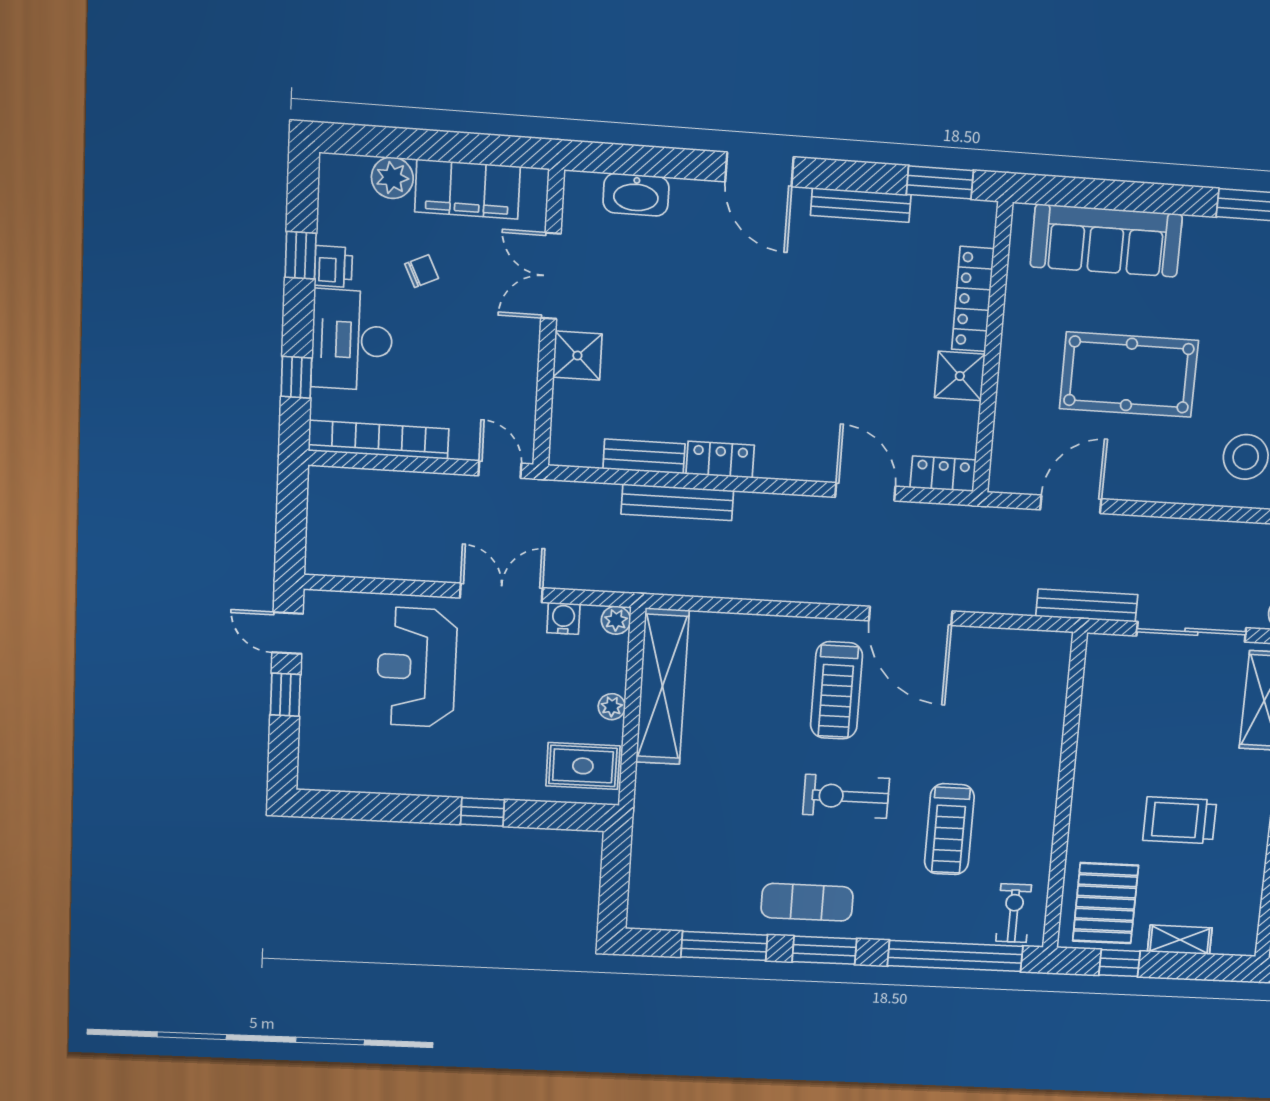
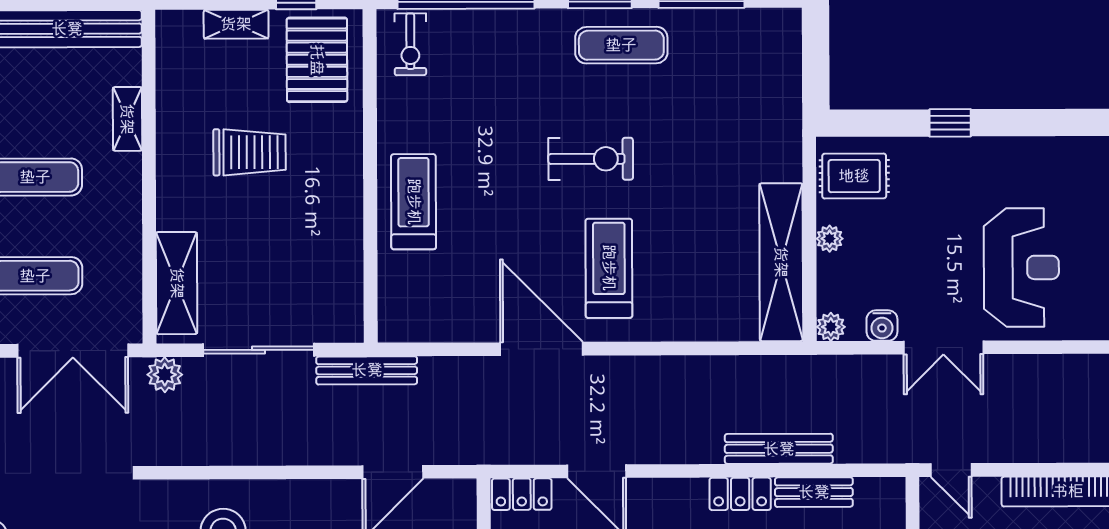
treadmill: (949, 829) -> (414, 202), moved

